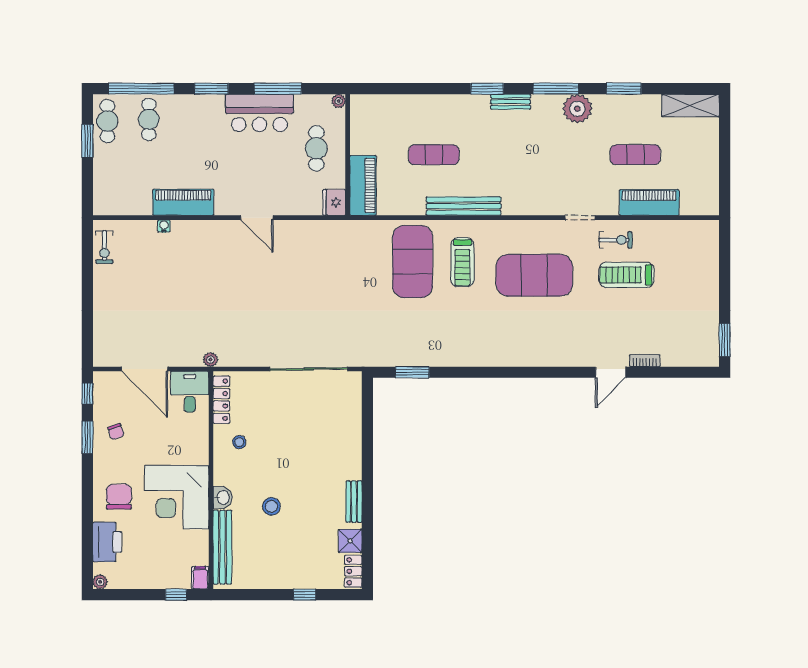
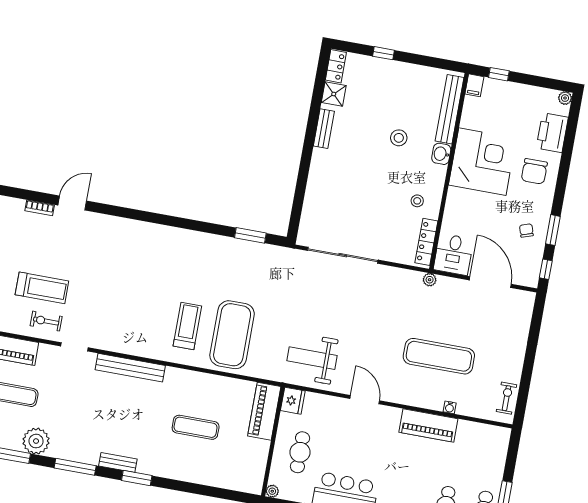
plant: (577, 109) -> (36, 441), moved
bench: (464, 206) -> (130, 368), moved
weight bench: (322, 252) -> (312, 358), added
exercise mat: (534, 275) -> (439, 356), moved, width x0.68

